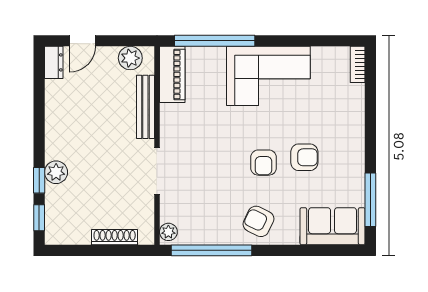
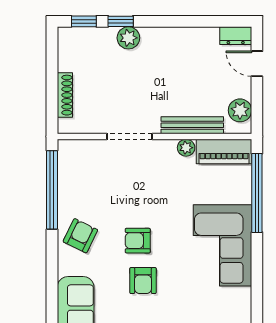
plant: (168, 232) -> (186, 148), moved

